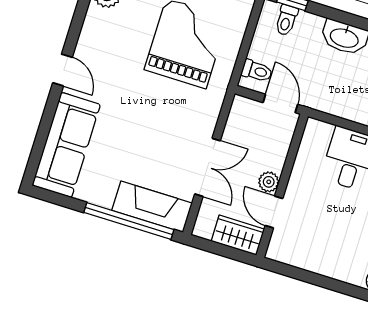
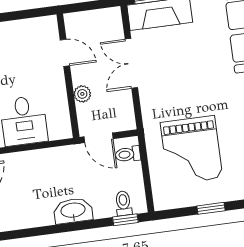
plant: (269, 182) -> (82, 94), moved
wardrobe: (238, 235) -> (84, 22), removed

